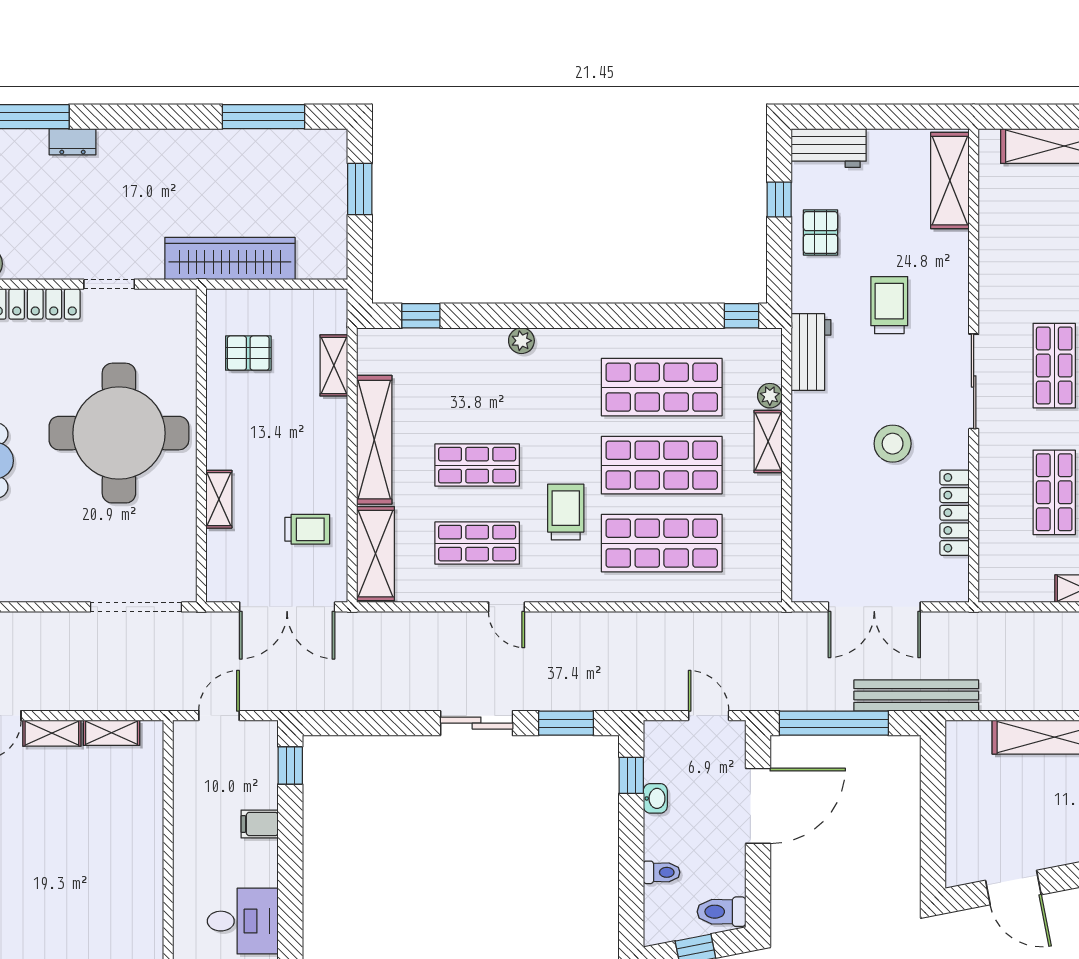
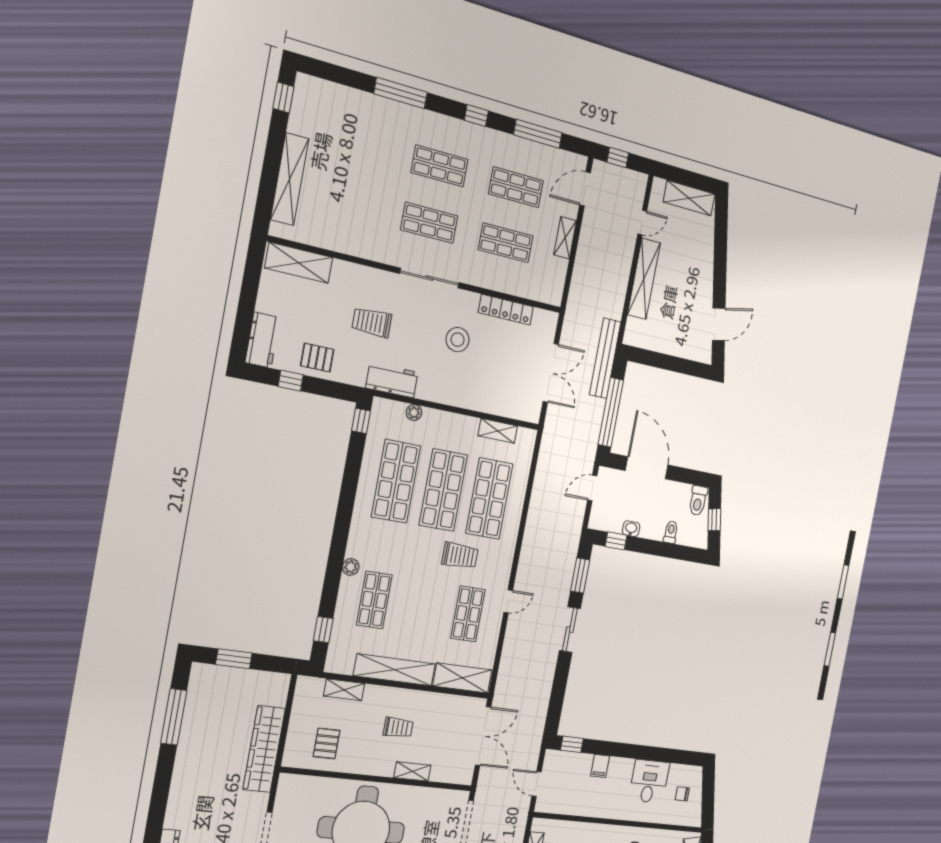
shelving: (768, 441) -> (498, 431), moved
shop shelf: (477, 465) -> (374, 600), moved
trolley: (566, 512) -> (460, 556), turned 180
trolley: (307, 529) -> (398, 728), moved, turned 90

